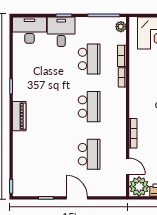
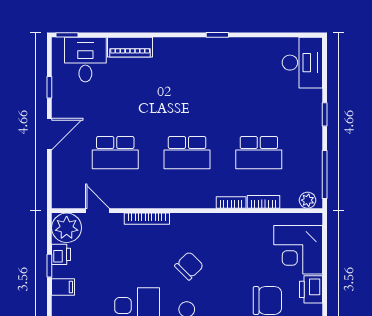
desk: (61, 32) -> (85, 60), moved, turned -90
piano: (19, 116) -> (130, 47), moved
door: (128, 166) -> (97, 211), swing flipped

